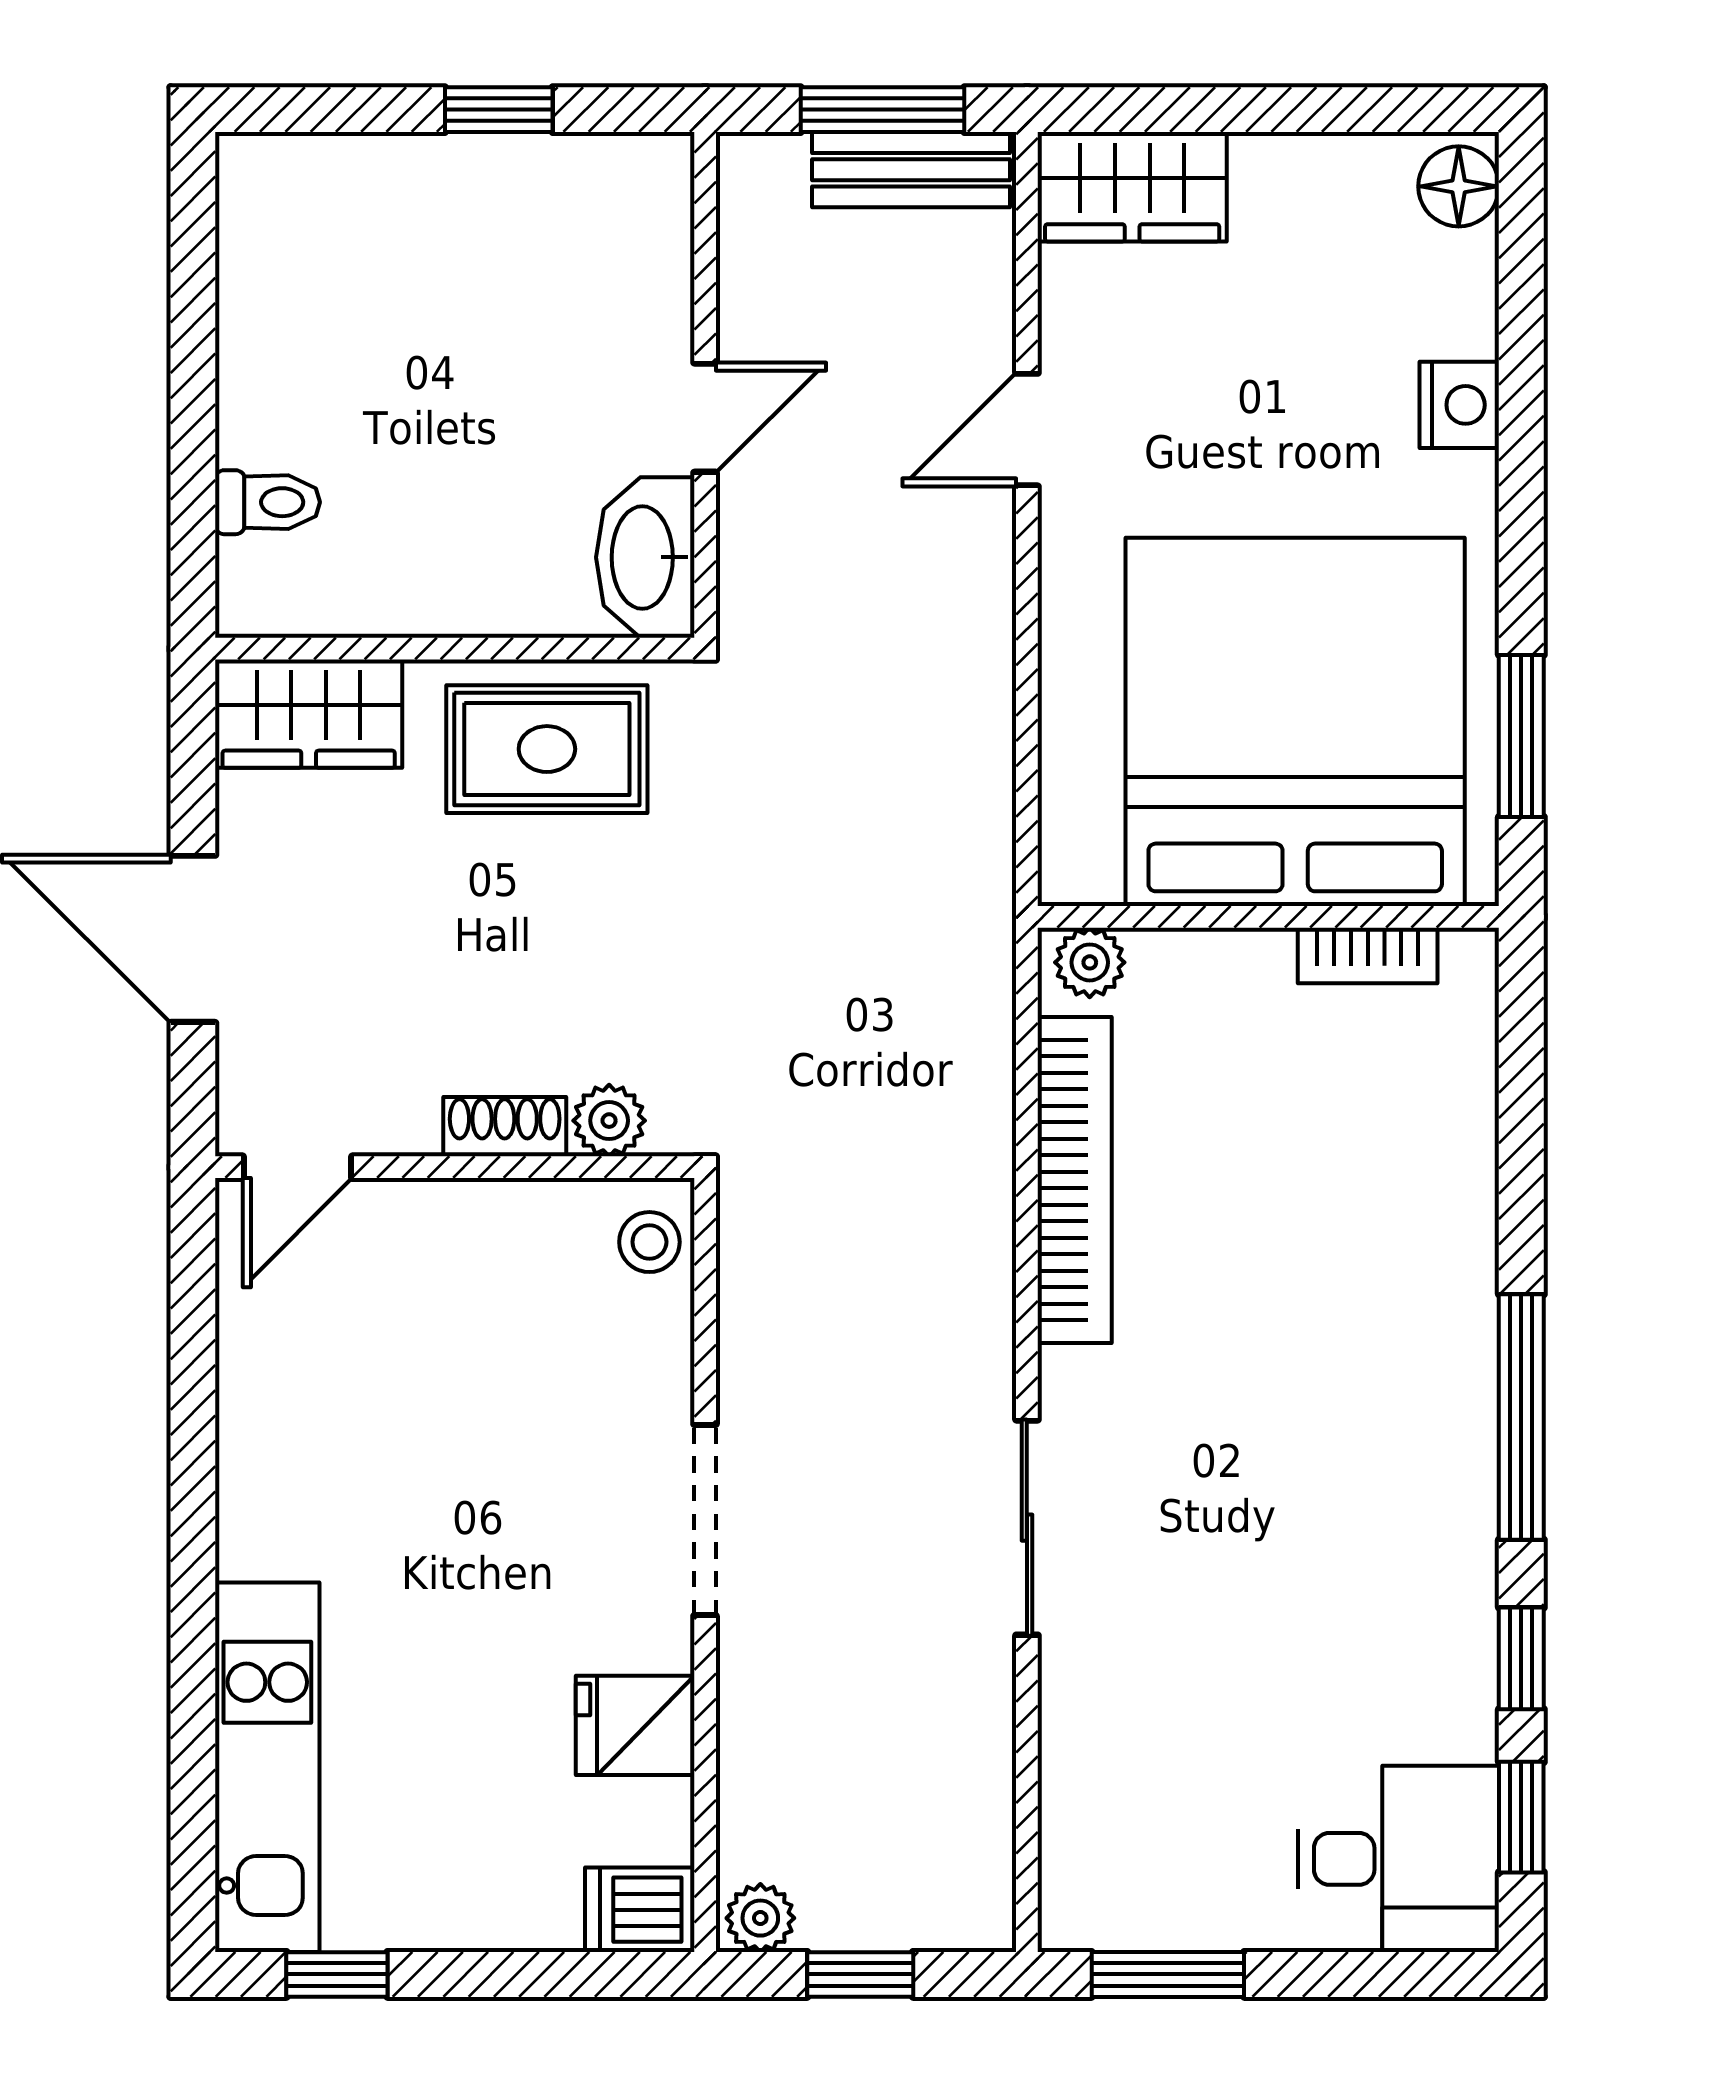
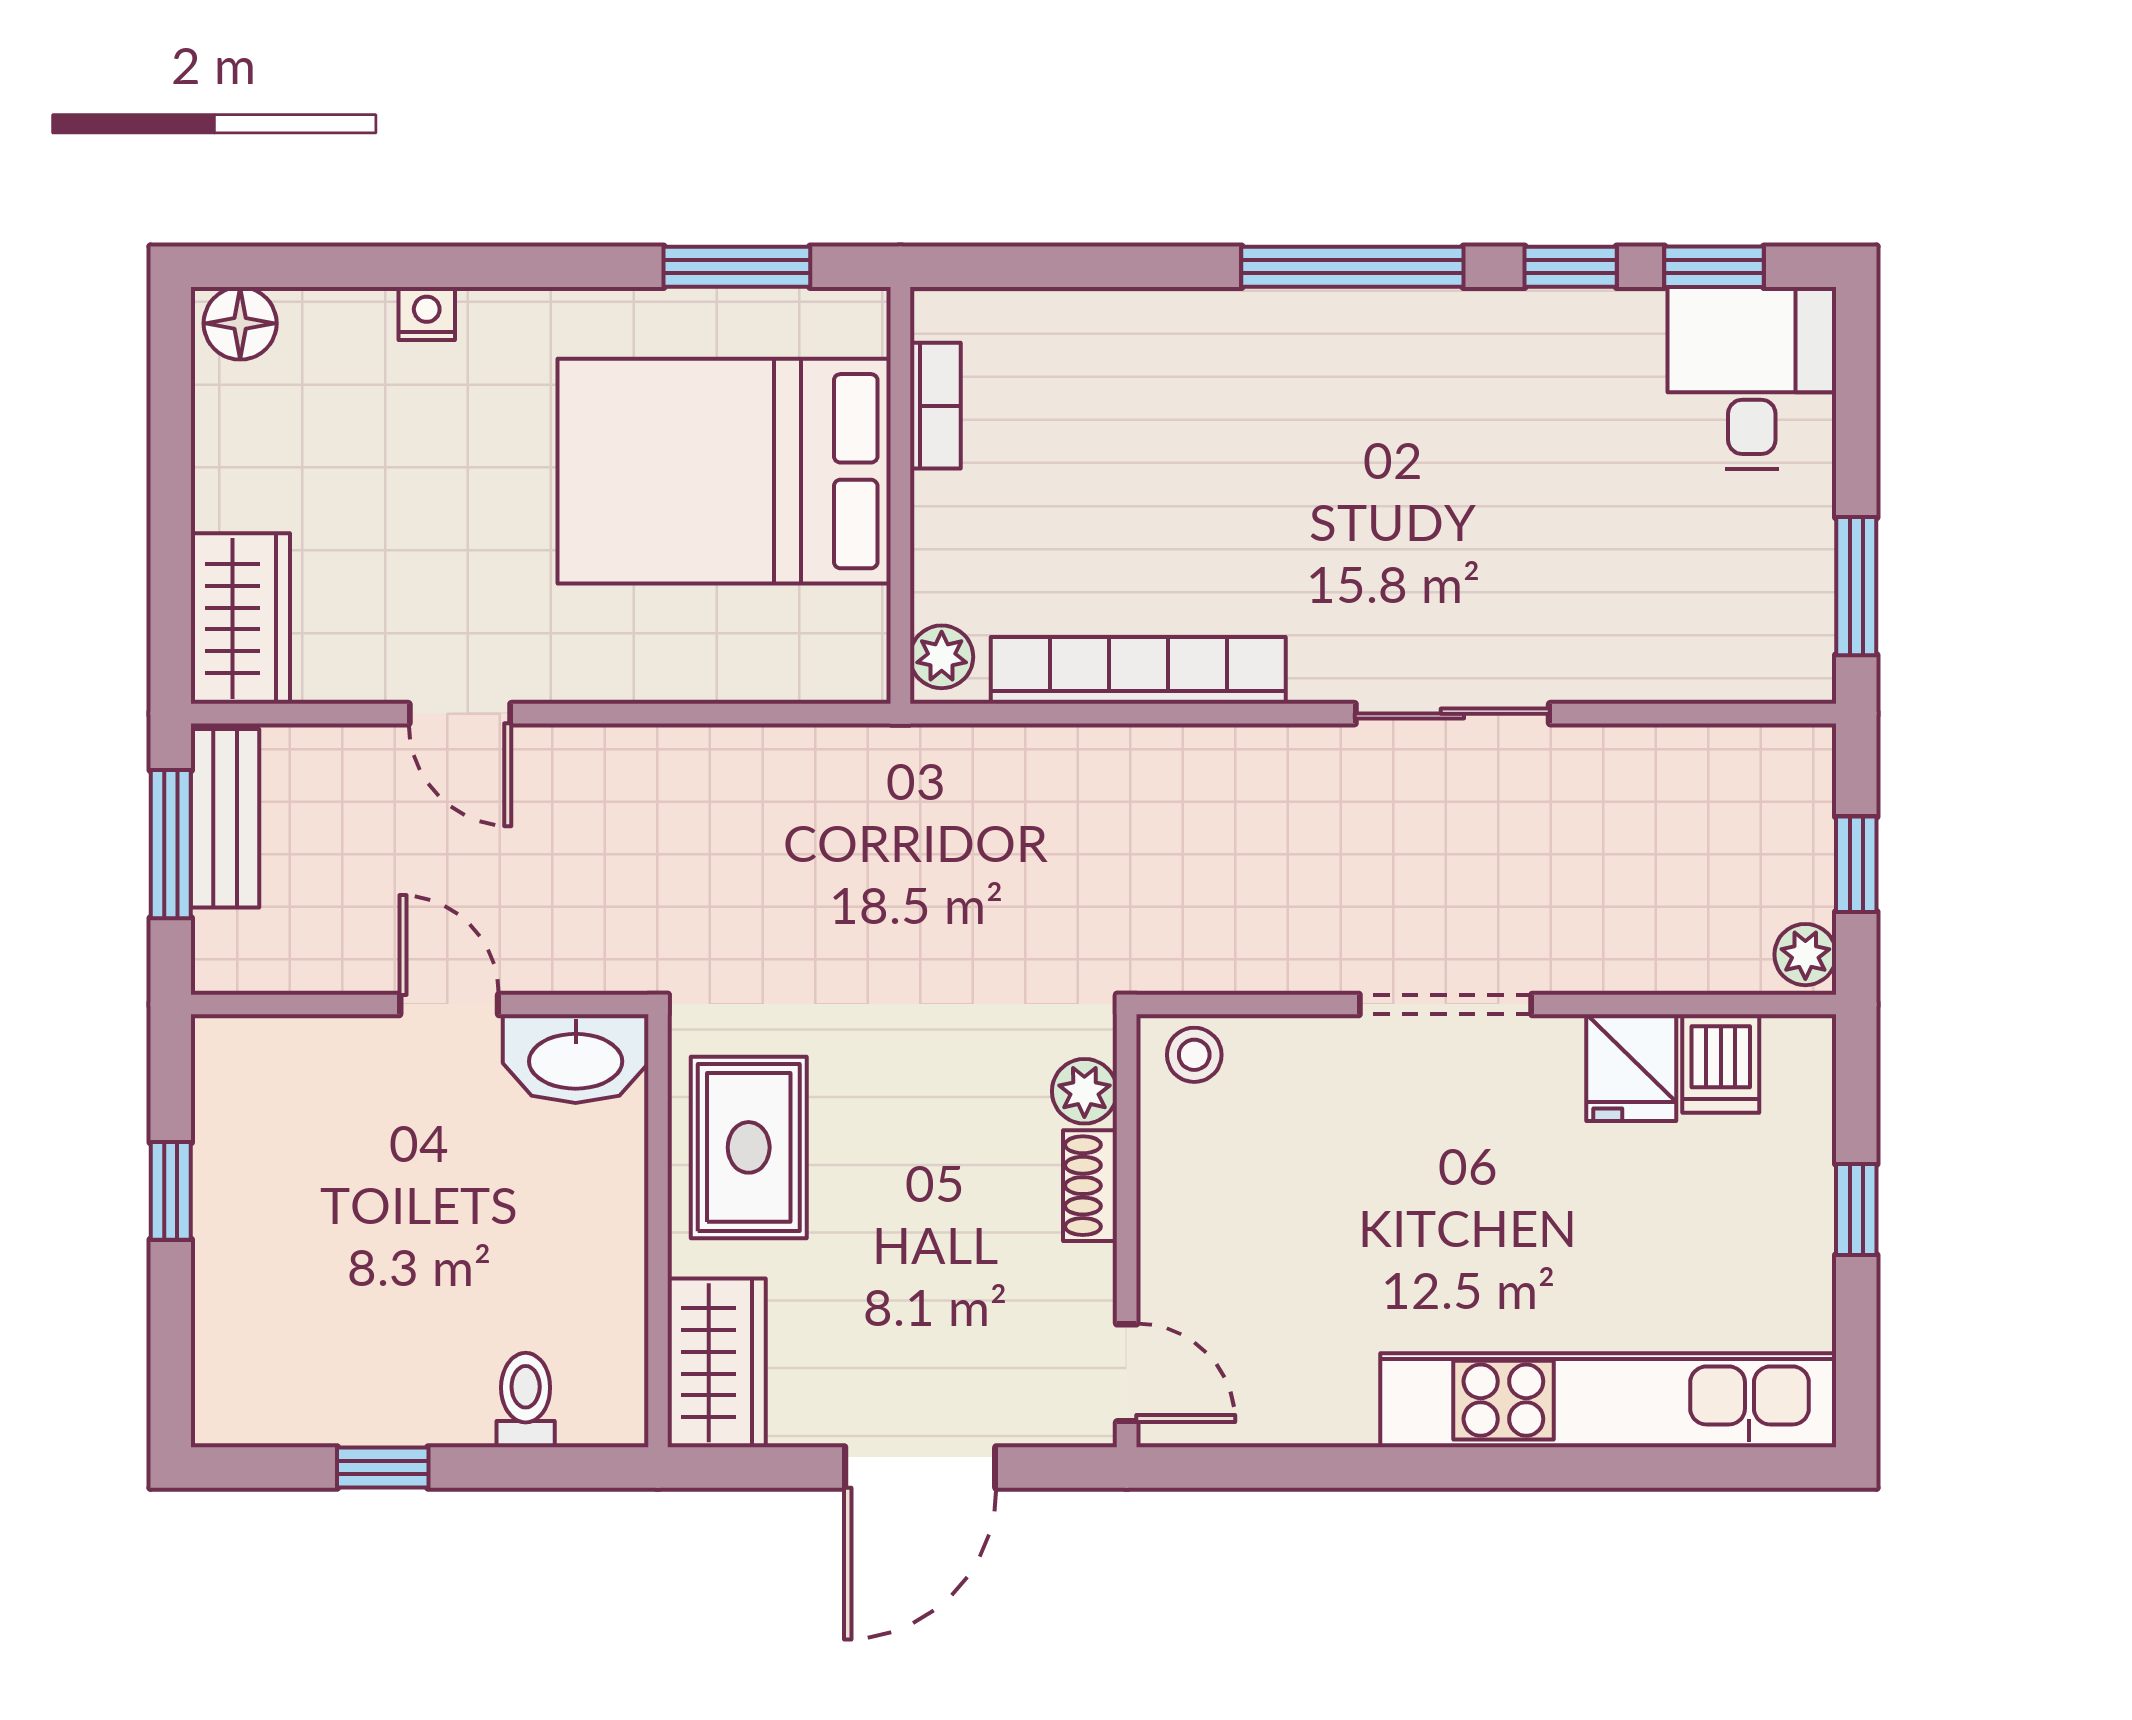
window: (193, 344) -> (383, 1467), added
nightstand: (1459, 405) -> (427, 313), width x0.72, depth x0.74
bed: (1295, 722) -> (724, 471), width x0.73
kitchen unit: (267, 1767) -> (1608, 1400), width x1.36
dishwasher: (640, 1910) -> (1721, 1064), moved
window: (337, 1974) -> (1856, 1210), moved

